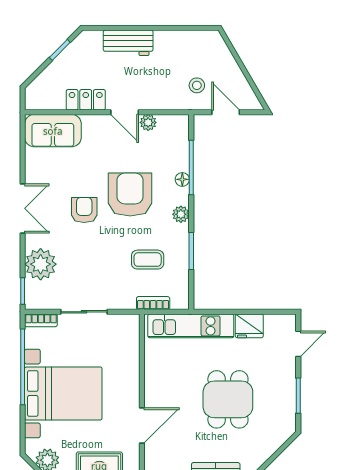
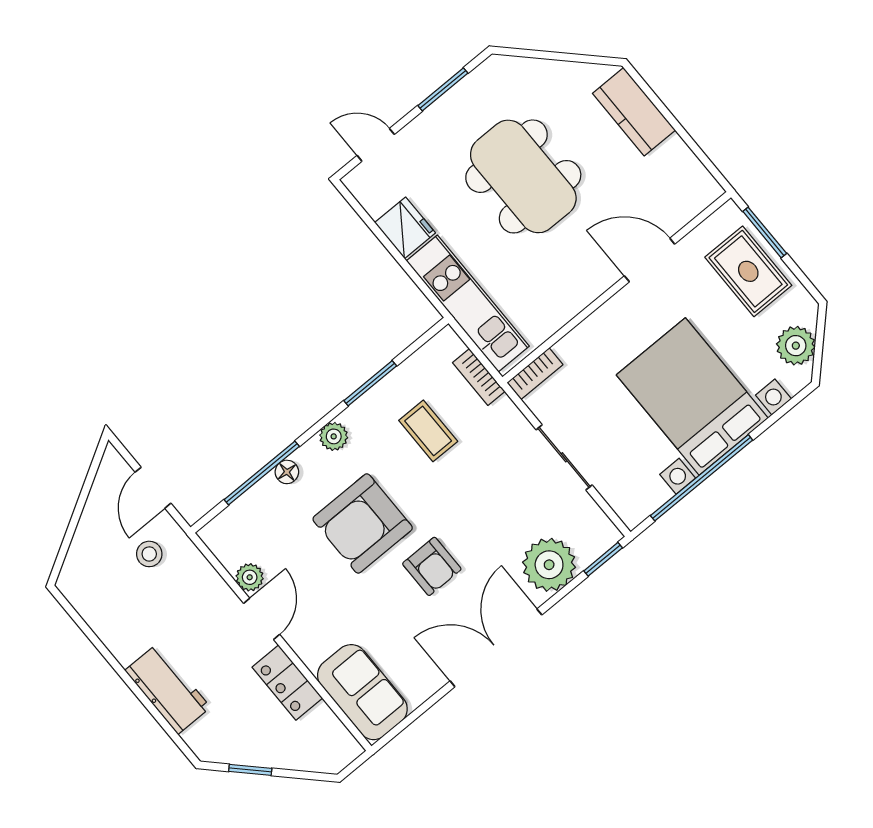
double door: (23, 208) -> (496, 648), width x1.37
armchair: (84, 210) -> (432, 566), turned -90
bookcase: (41, 320) -> (535, 374), moved, turned 90
dining table: (228, 399) -> (523, 176), width x1.38

